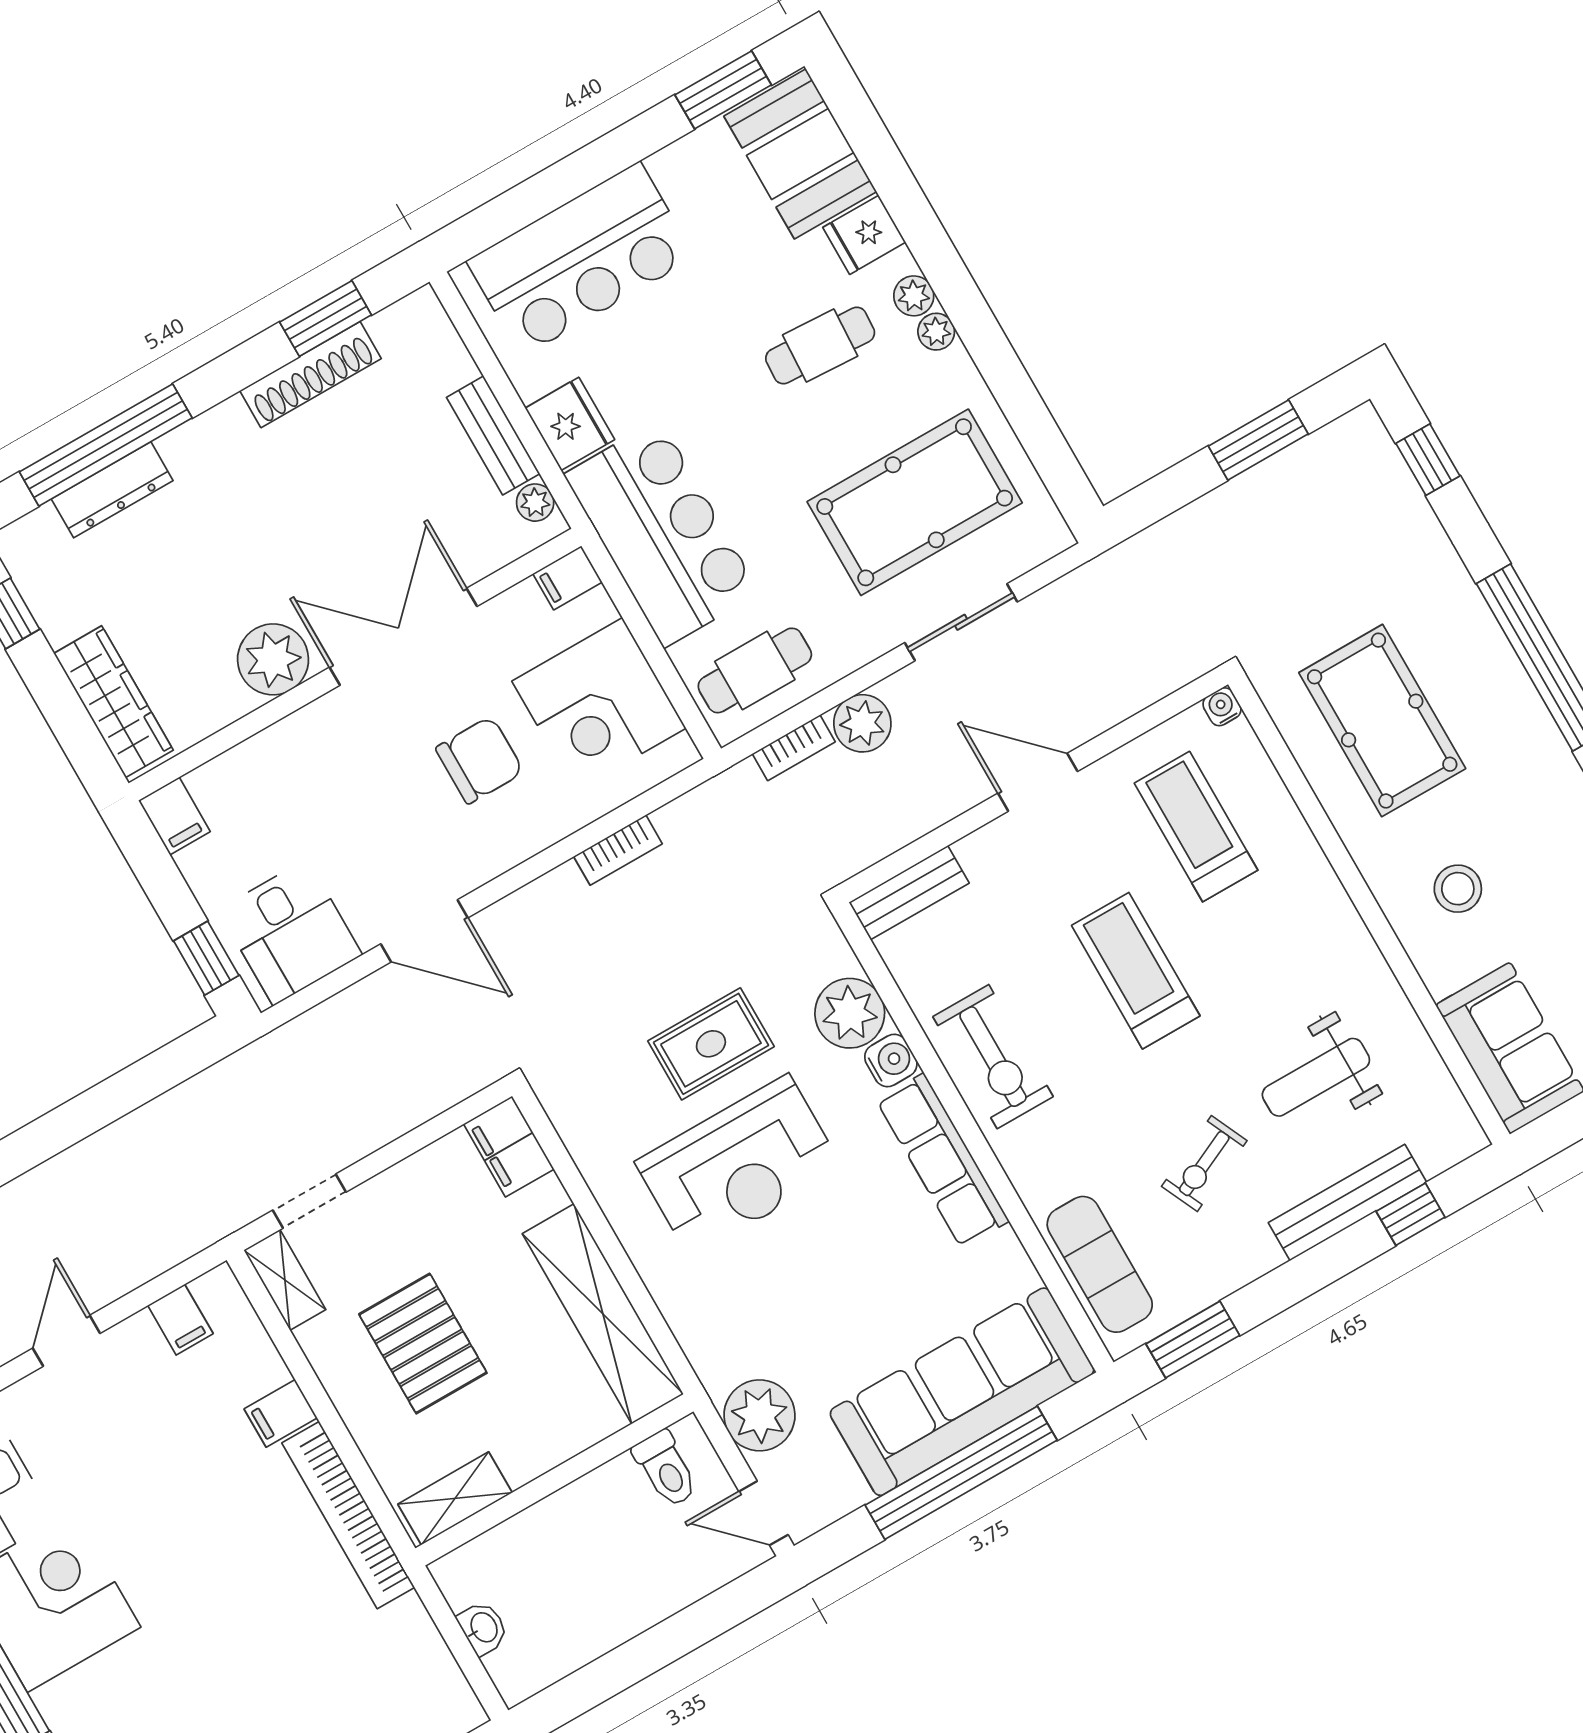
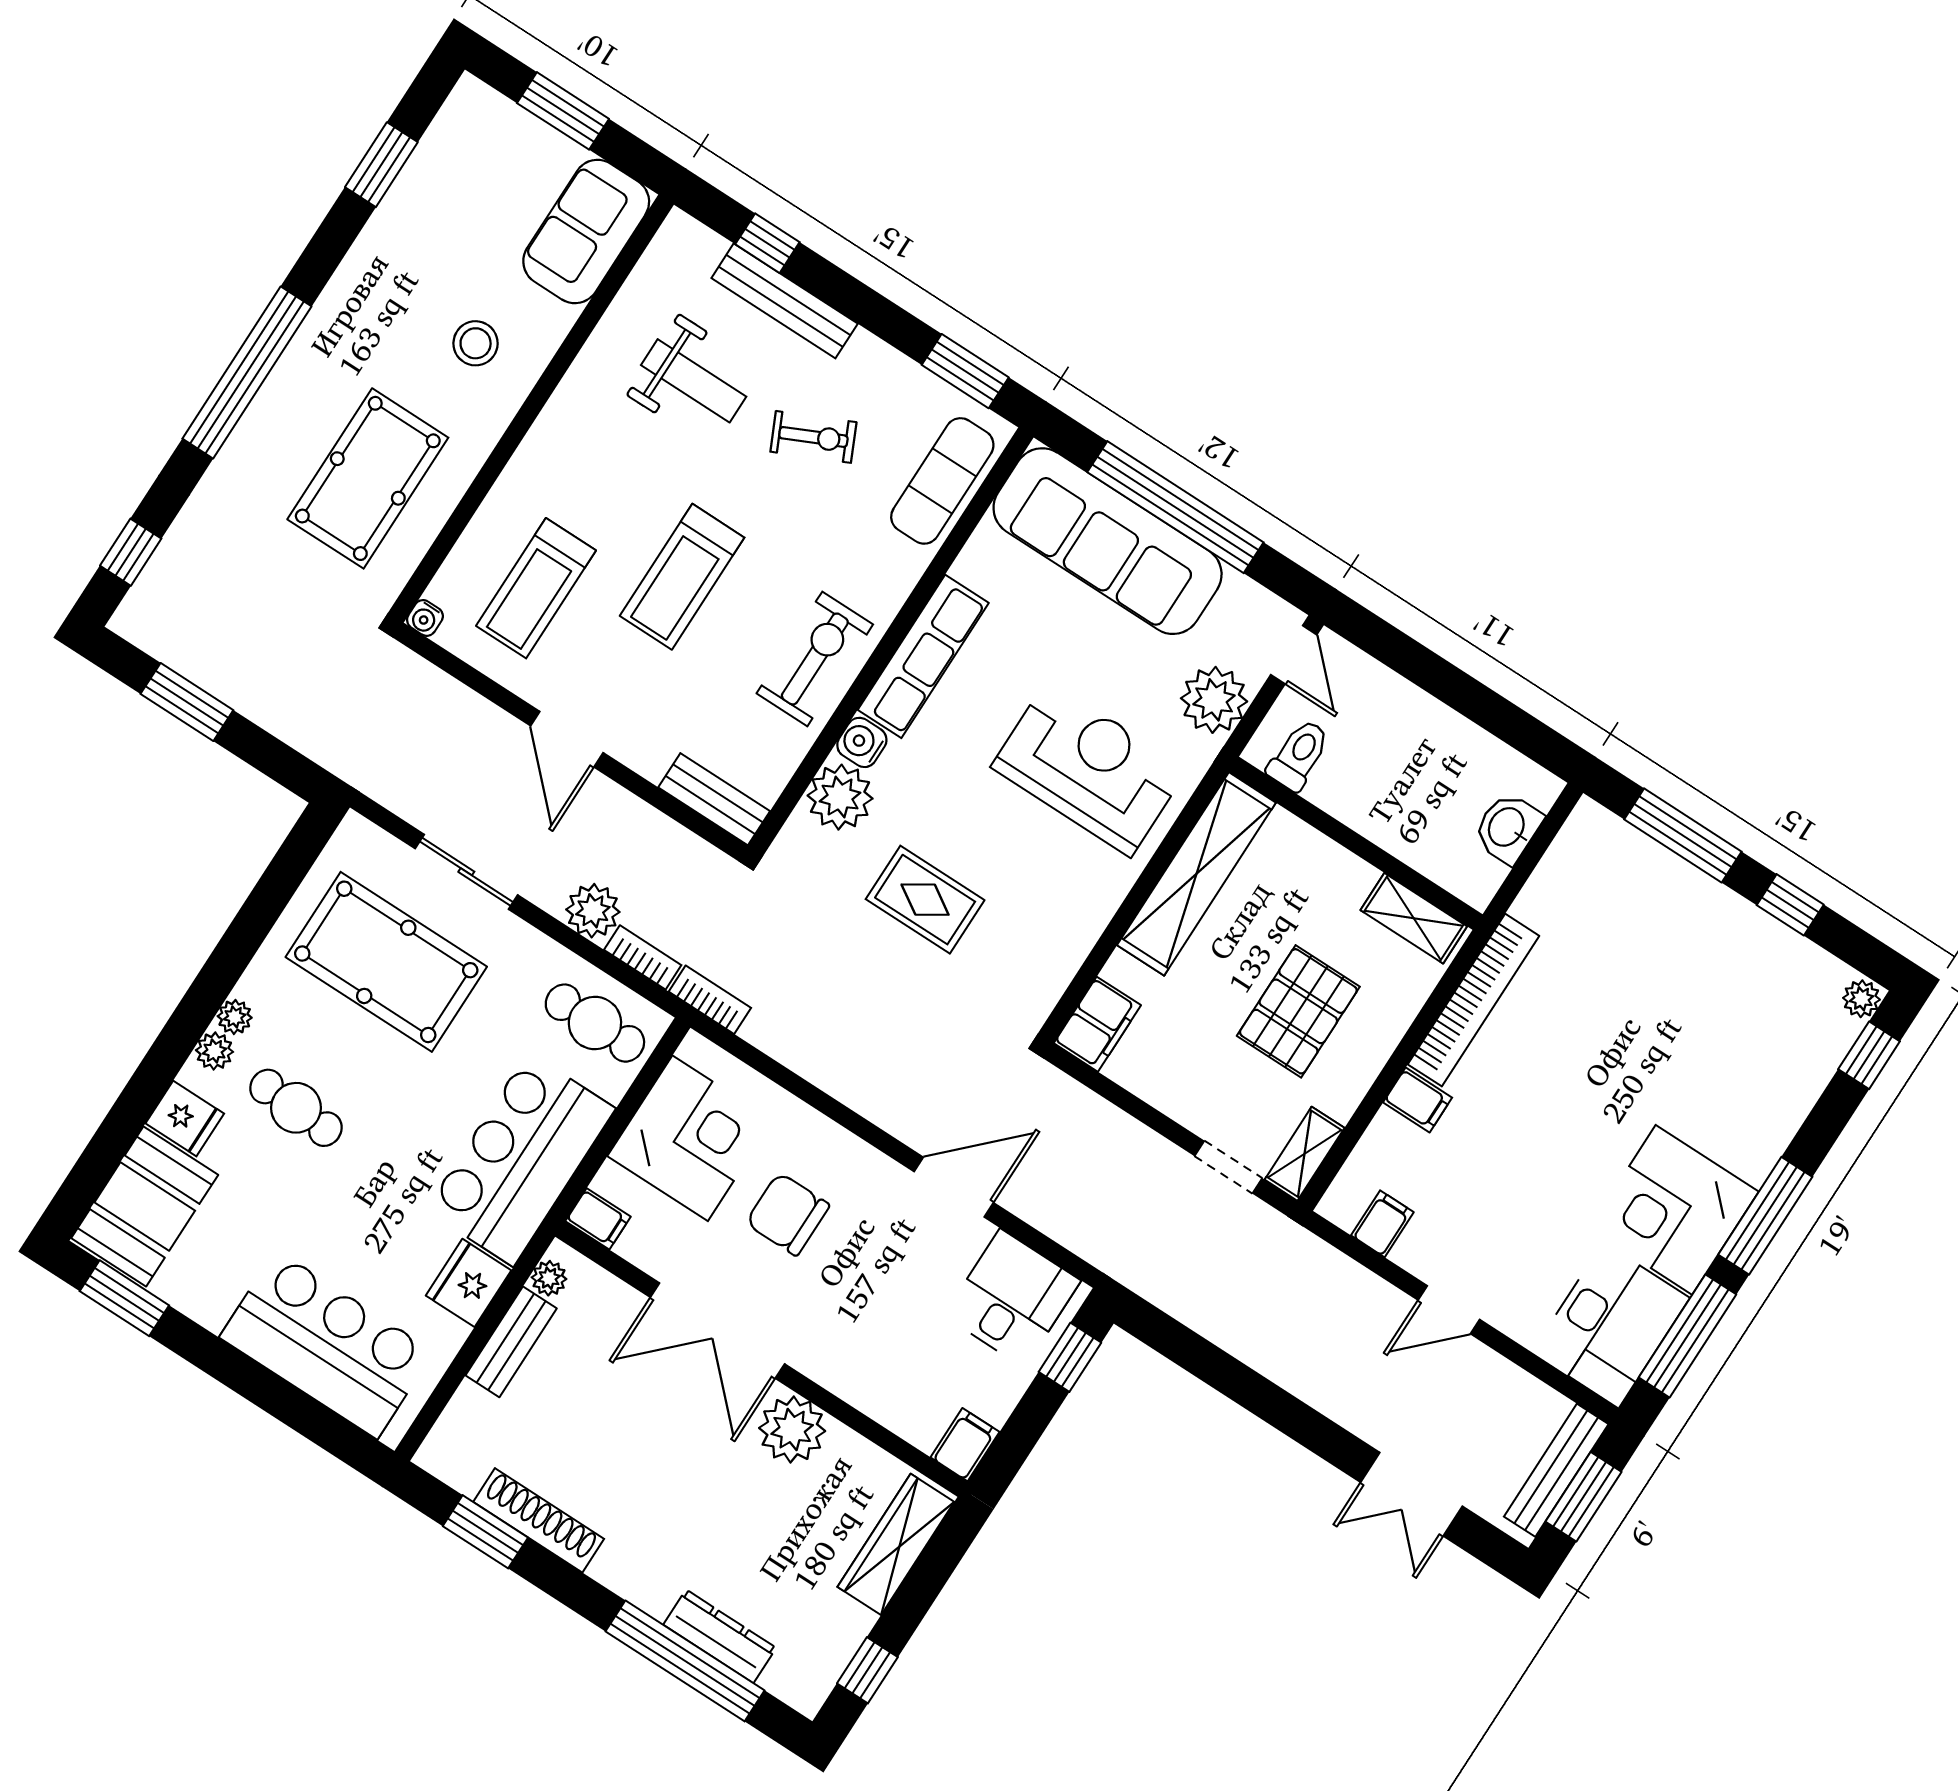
bookcase: (618, 850) -> (710, 1000), moved
door: (424, 931) -> (954, 1187), hinge flipped
reception desk: (739, 1166) -> (1089, 768), moved
washbasin: (483, 1628) -> (1508, 828), width x1.38, depth x1.45

